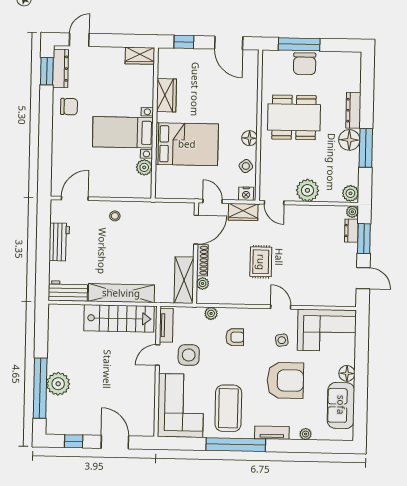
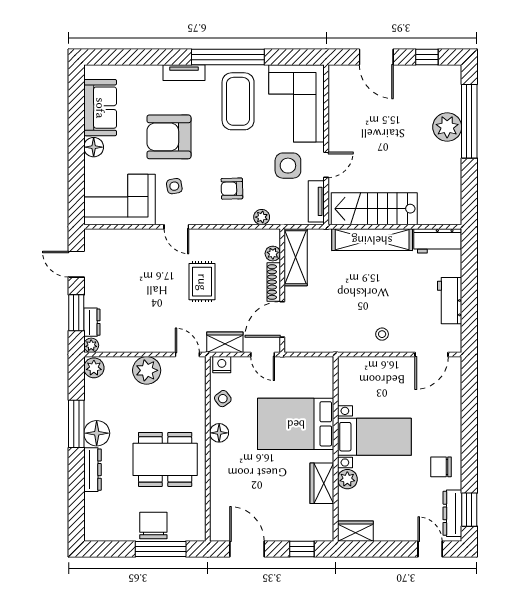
door: (79, 40) -> (430, 549), swing flipped
plant: (144, 167) -> (347, 479), moved
plant: (306, 434) -> (143, 72), removed

